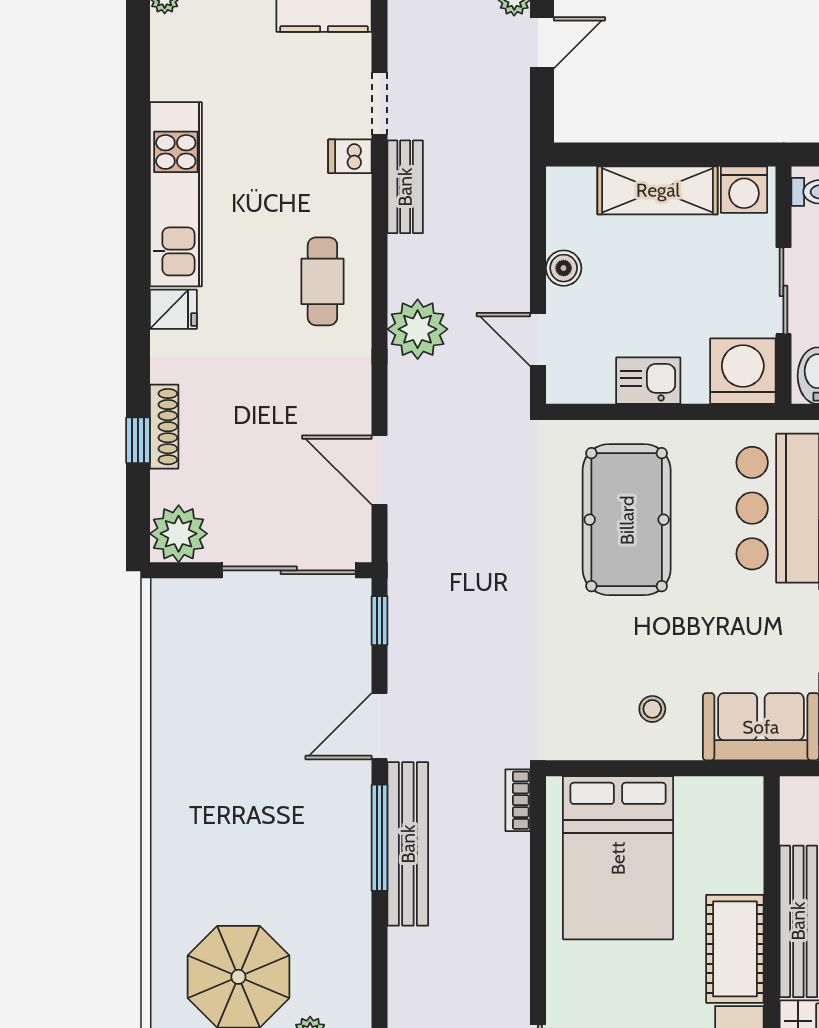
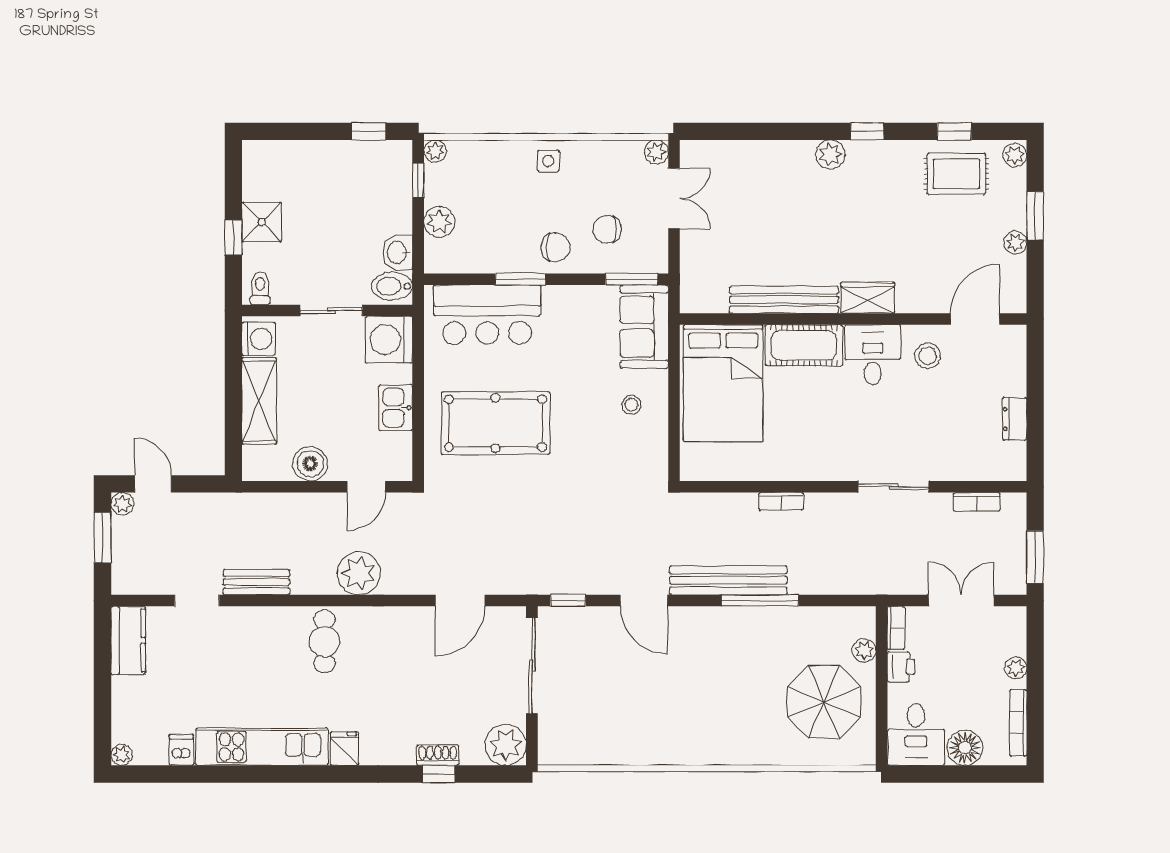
dishwasher: (350, 156) -> (181, 750), moved, turned 180
boiler: (564, 268) -> (310, 464), width x1.36, depth x1.36
cafe table: (322, 281) -> (324, 642), turned 90
shoe rack: (164, 427) -> (438, 755), width x0.70
bookcase: (518, 800) -> (781, 501), moved
window: (380, 838) -> (760, 601), moved
bed: (618, 858) -> (723, 383), moved, turned 90

